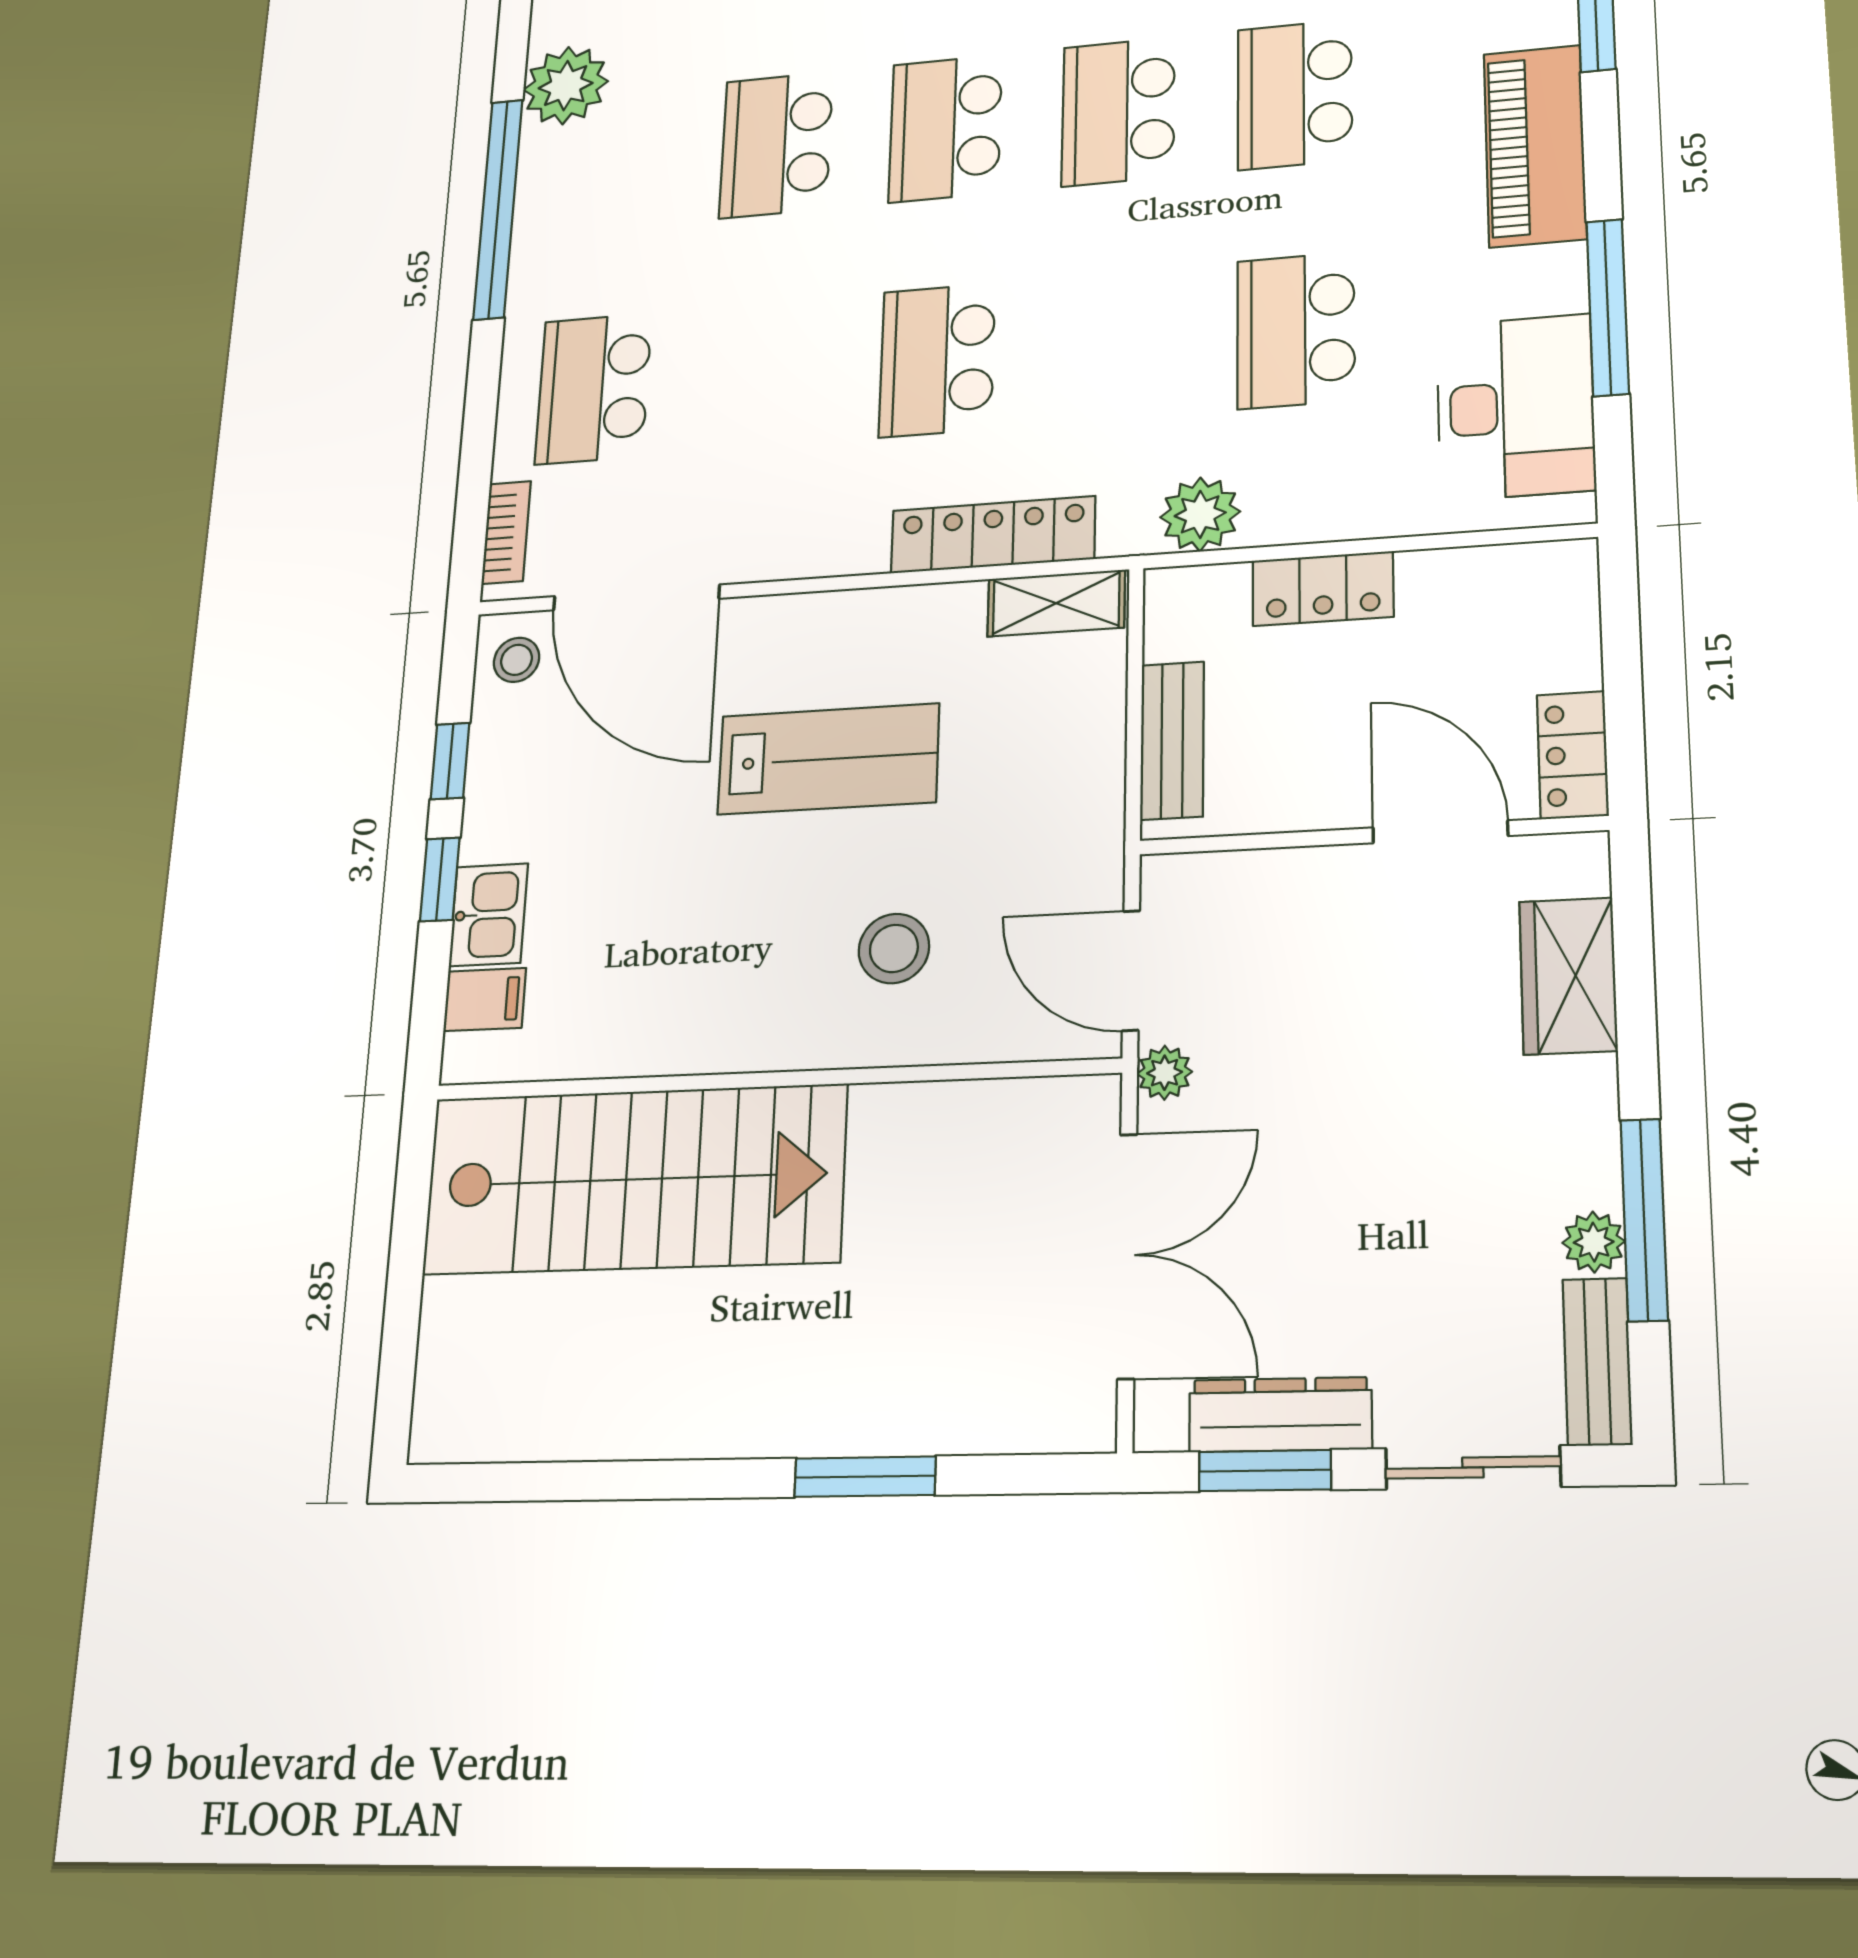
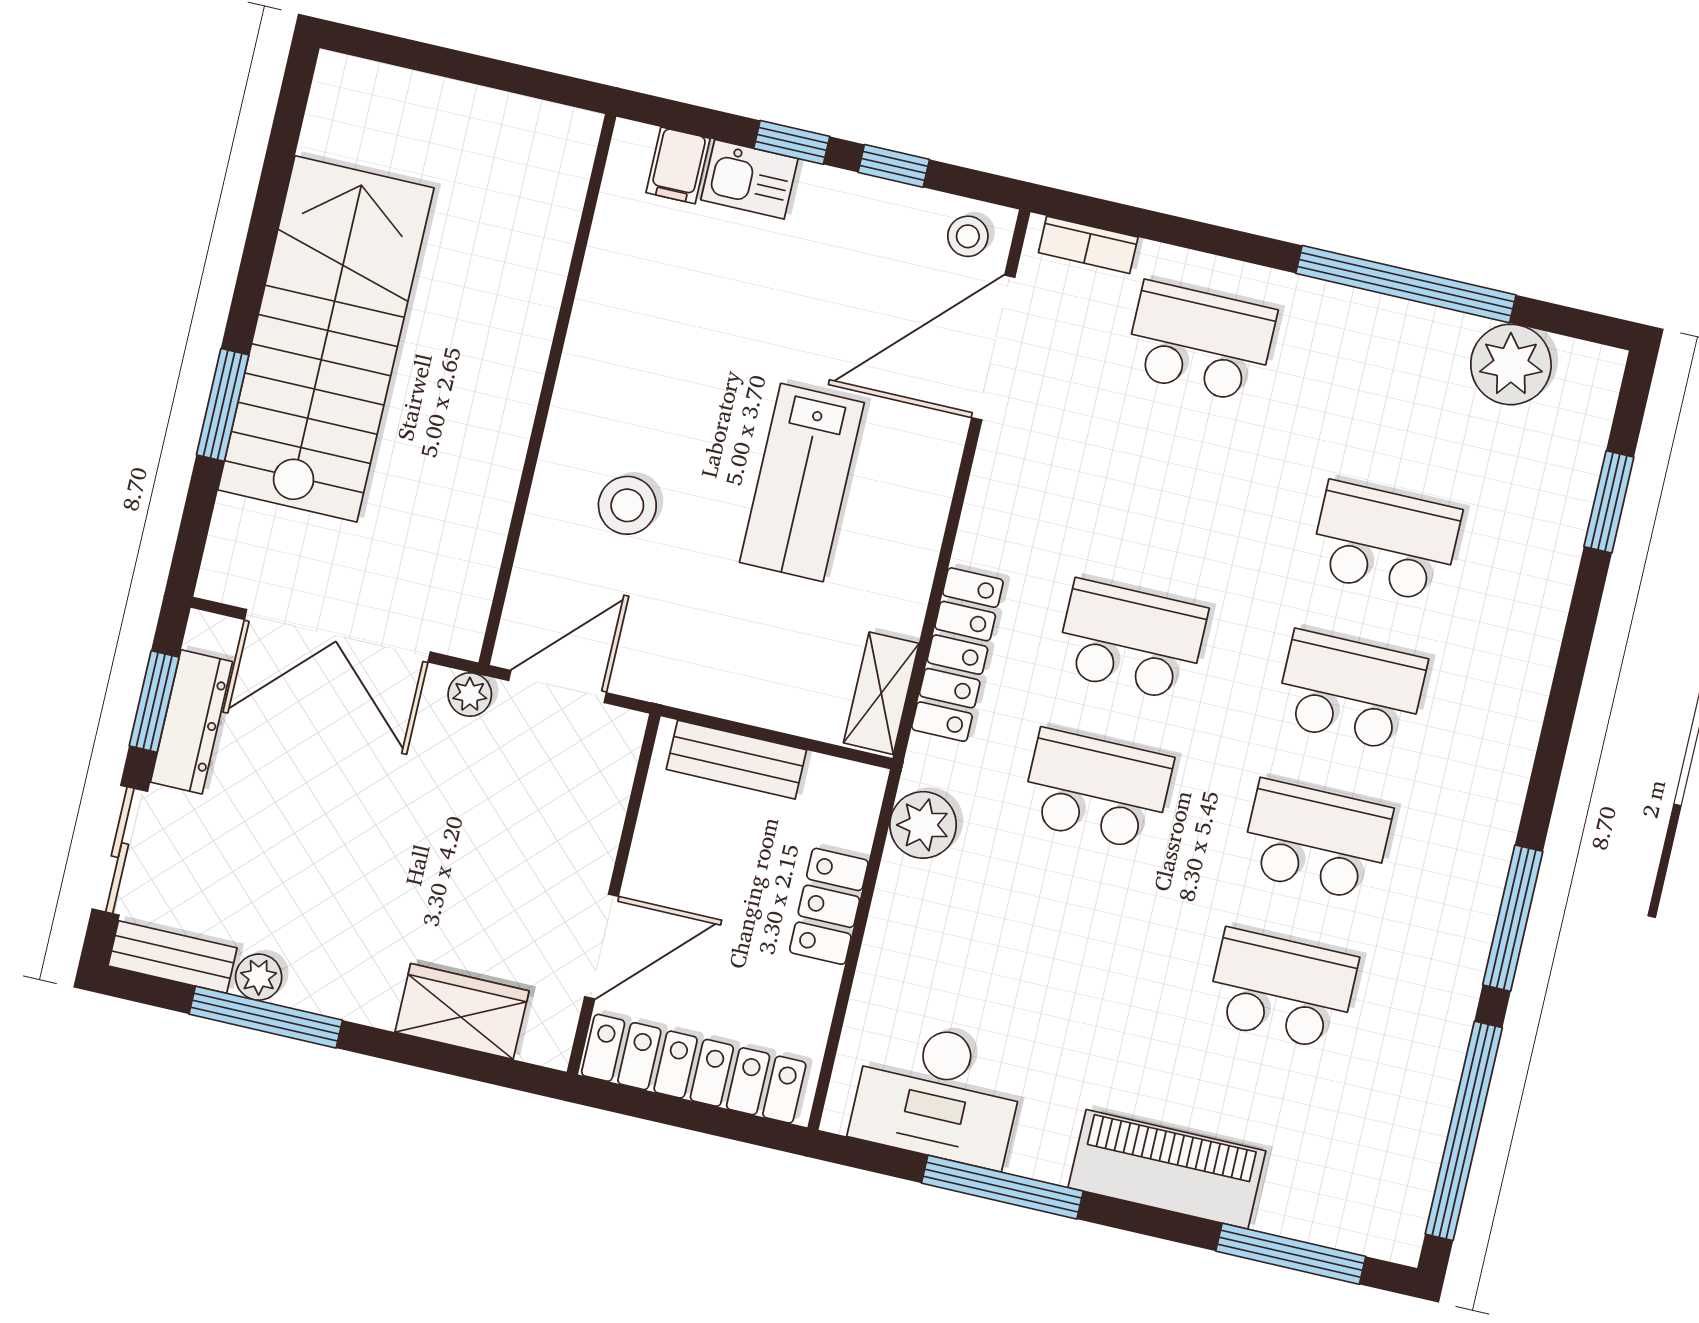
school desk: (1296, 330) -> (1097, 789), moved
locker: (1573, 755) -> (694, 1069), width x2.16, depth x1.21
stairs: (634, 1179) -> (326, 339), moved, turned 180

